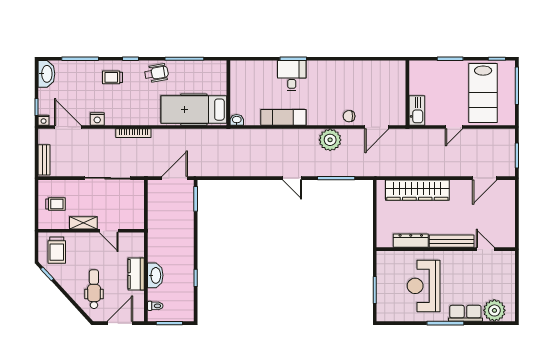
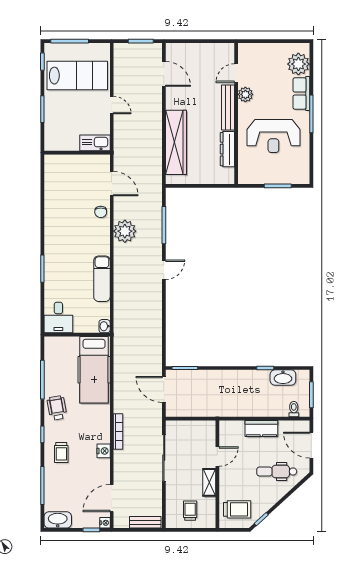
desk: (292, 76) -> (58, 318), moved, turned -90
nightstand: (97, 119) -> (104, 451), moved
plant: (464, 258) -> (245, 94), added
washbasin: (155, 275) -> (283, 378), moved, turned 180

